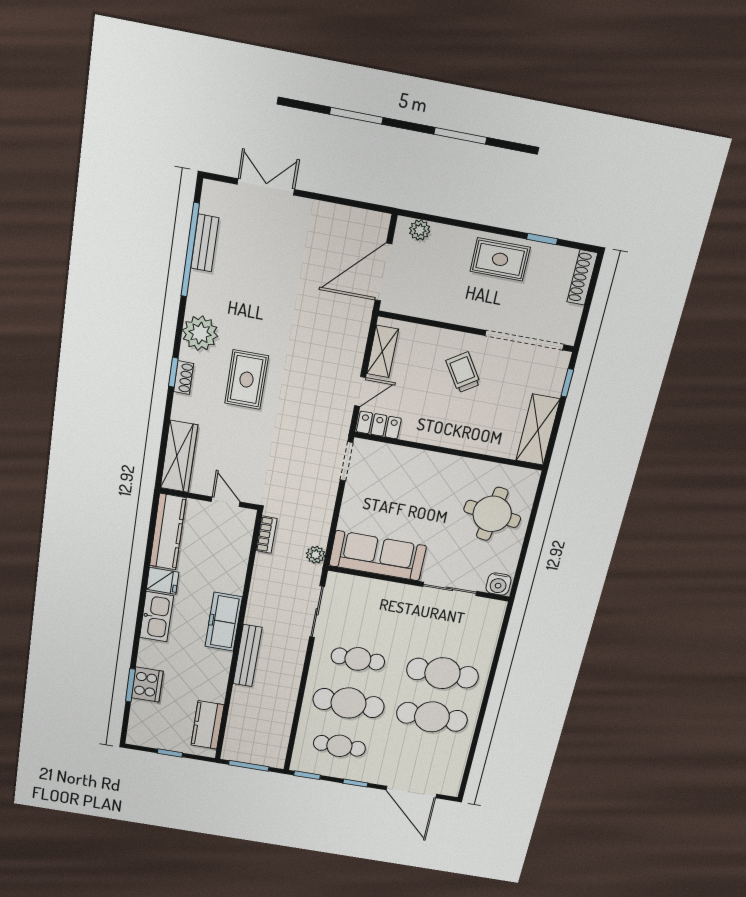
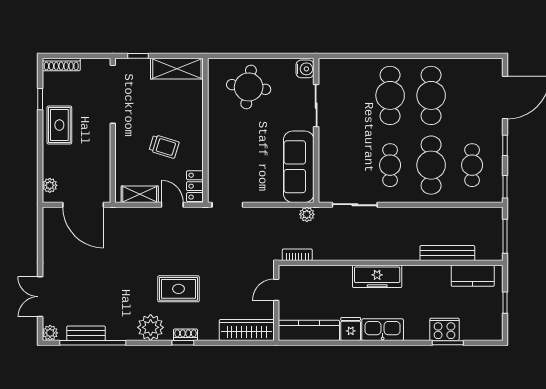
plant: (213, 192) -> (50, 333), added
trolley: (463, 372) -> (164, 146), moved, turned -130
bench: (248, 656) -> (447, 253), moved

